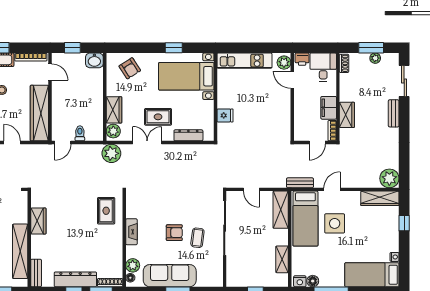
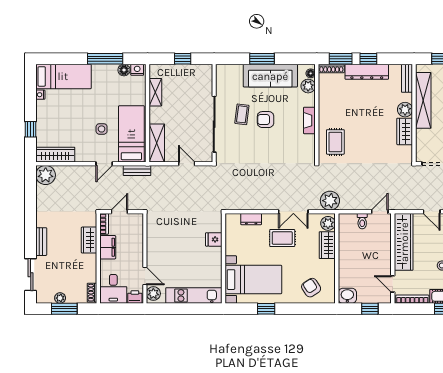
dresser: (188, 135) -> (251, 219), width x0.70
side table: (335, 223) -> (102, 129), width x0.54, depth x0.54
plant: (38, 242) -> (405, 110), added

